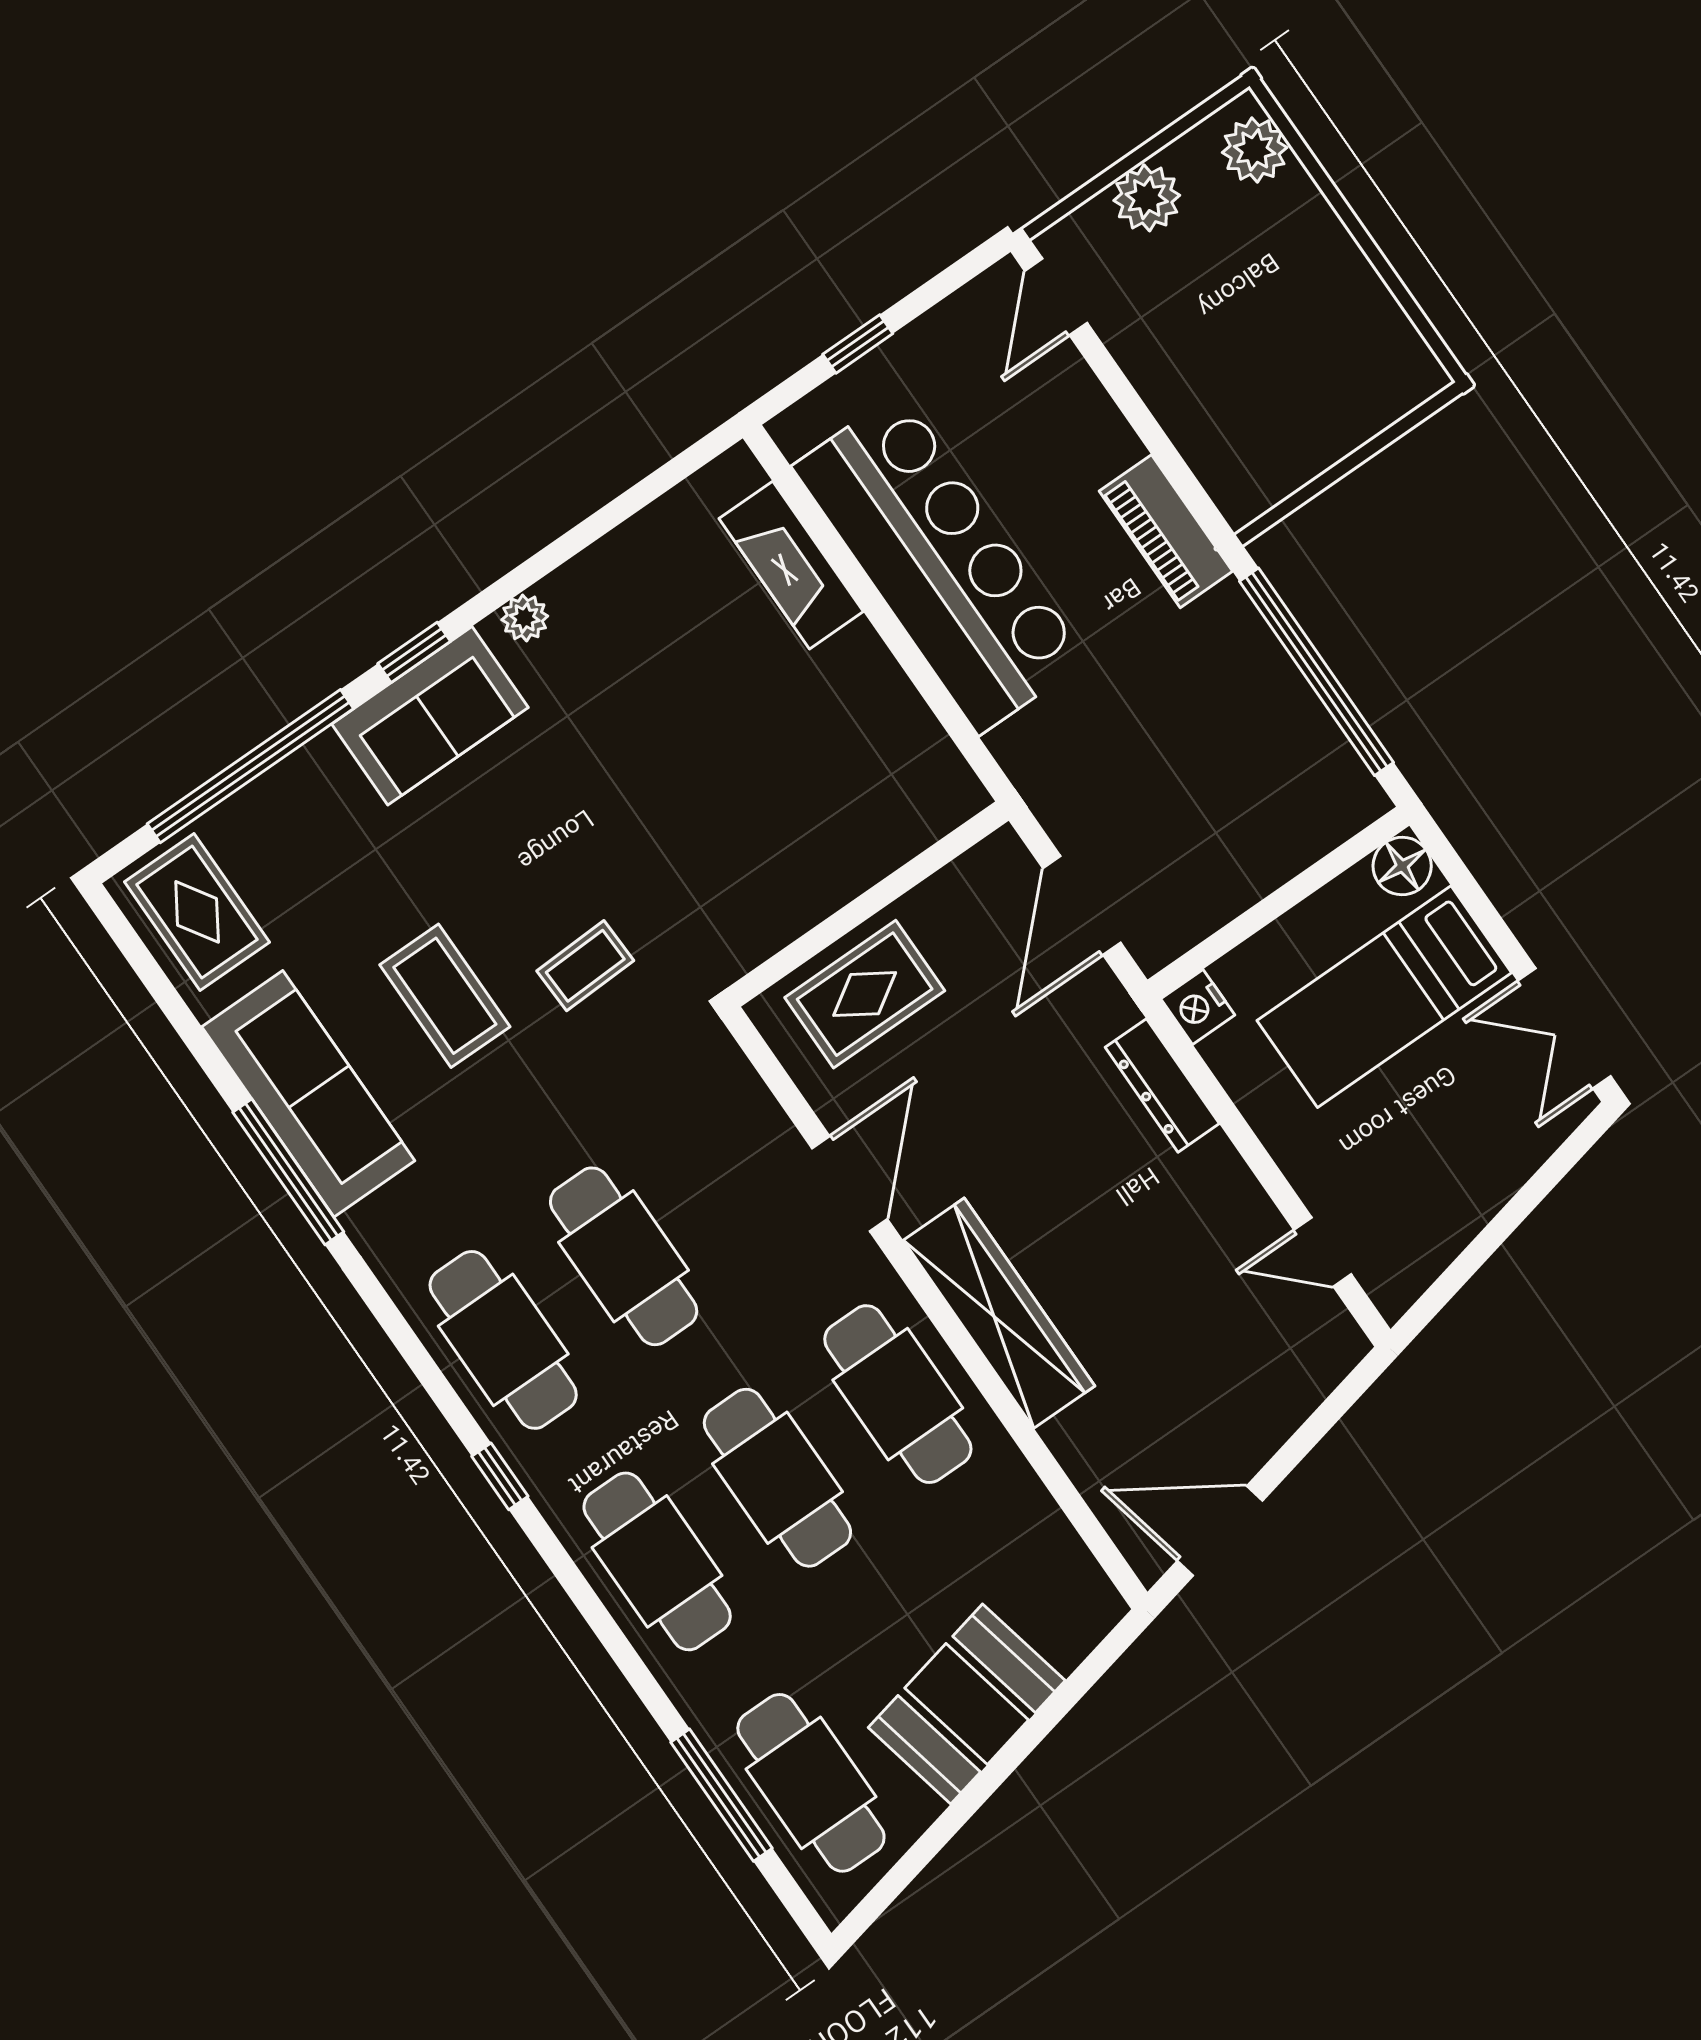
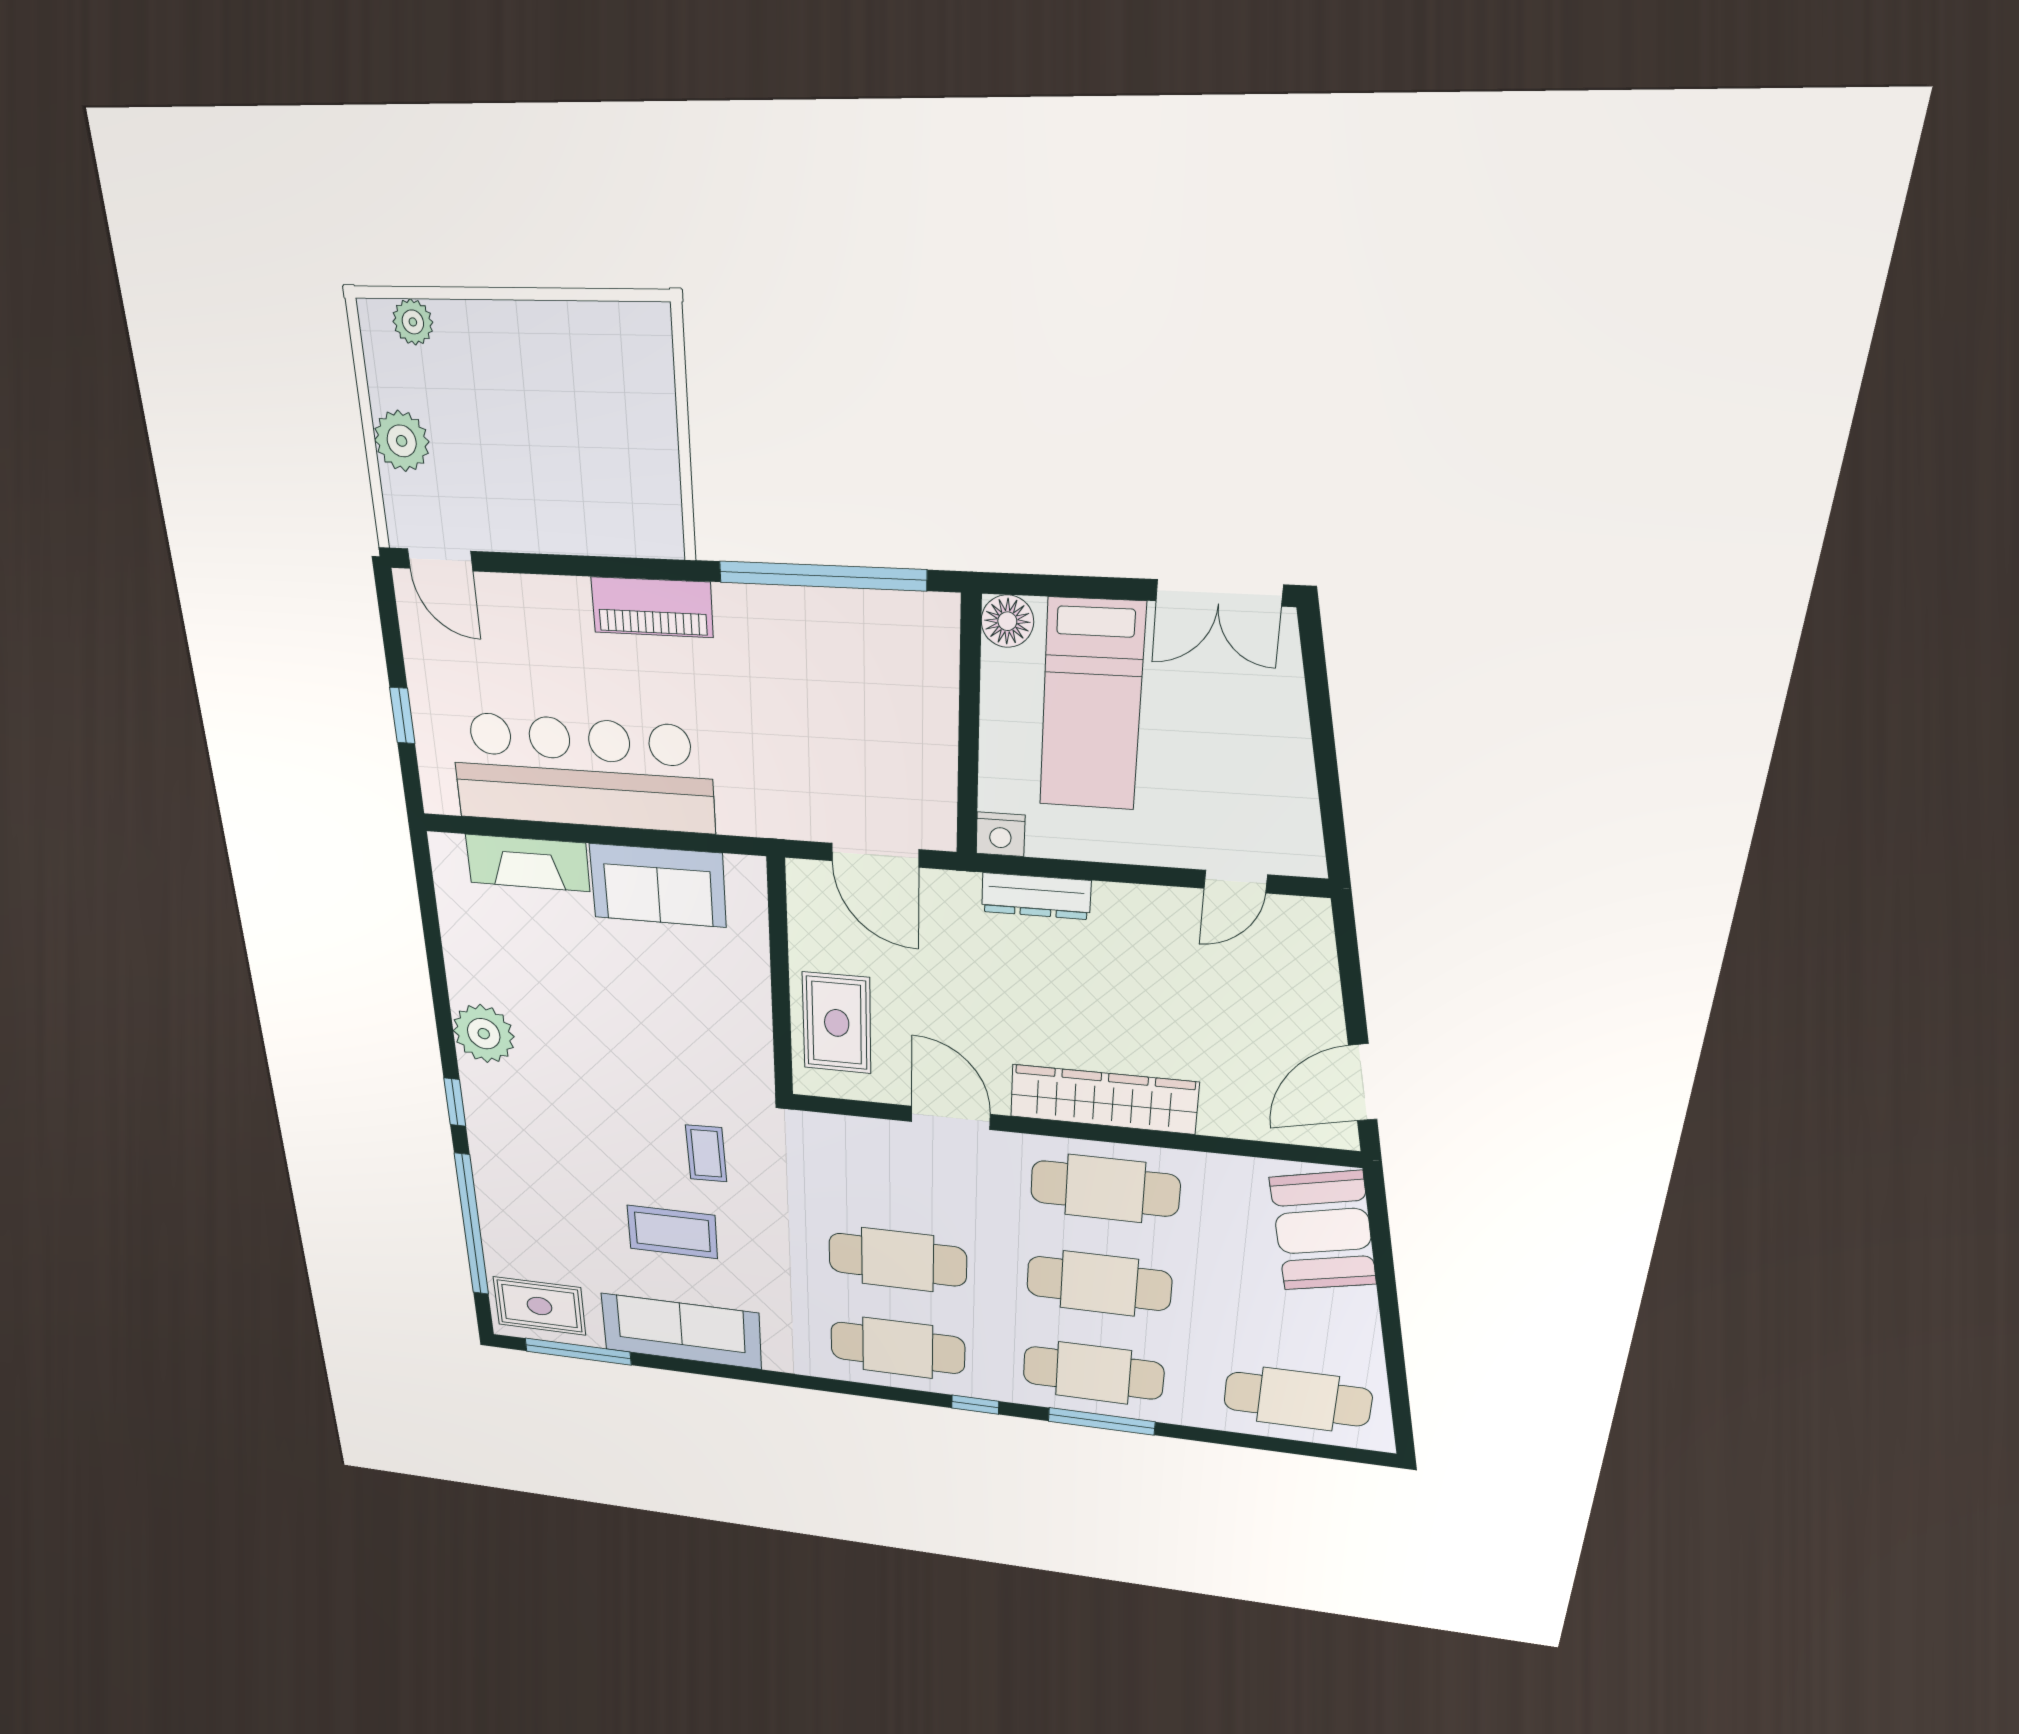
plant: (1255, 150) -> (413, 322), width x0.73, depth x0.73
plant: (525, 618) -> (484, 1034), width x1.87, depth x1.87
sofa: (430, 716) -> (658, 885), moved, turned 90
window: (288, 1172) -> (578, 1352), moved
booth: (967, 1704) -> (1323, 1231), moved
window: (721, 1795) -> (1102, 1421), moved

